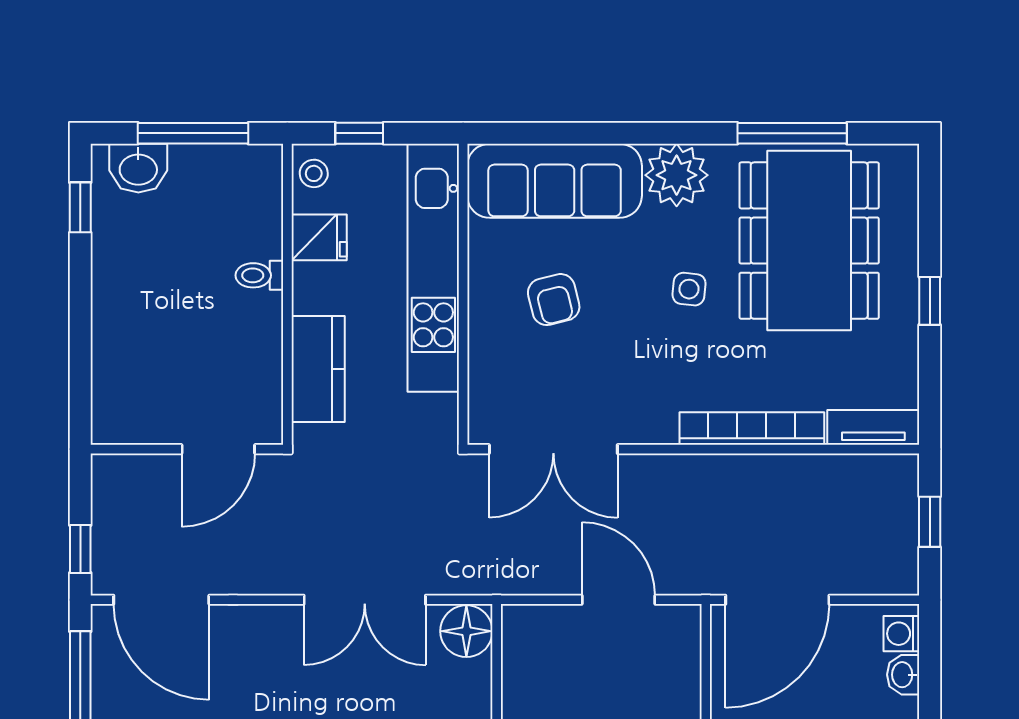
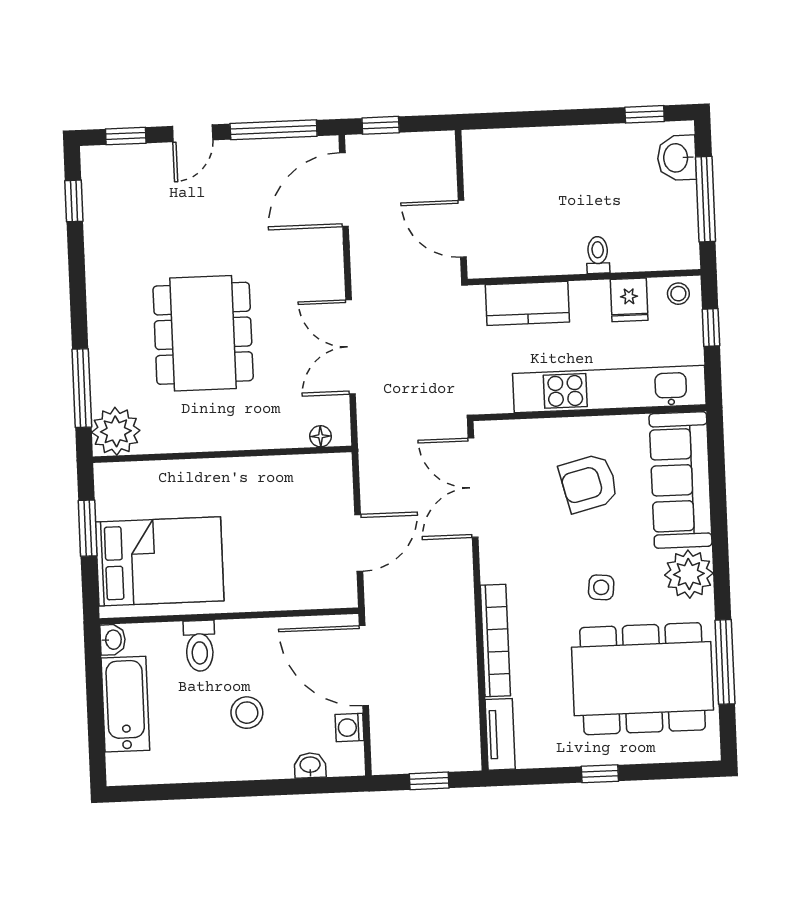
armchair: (554, 300) -> (589, 483), width x1.38, depth x1.38
floor lamp: (466, 631) -> (321, 436), width x0.53, depth x0.53
washing machine: (901, 634) -> (350, 727), moved, turned -90

